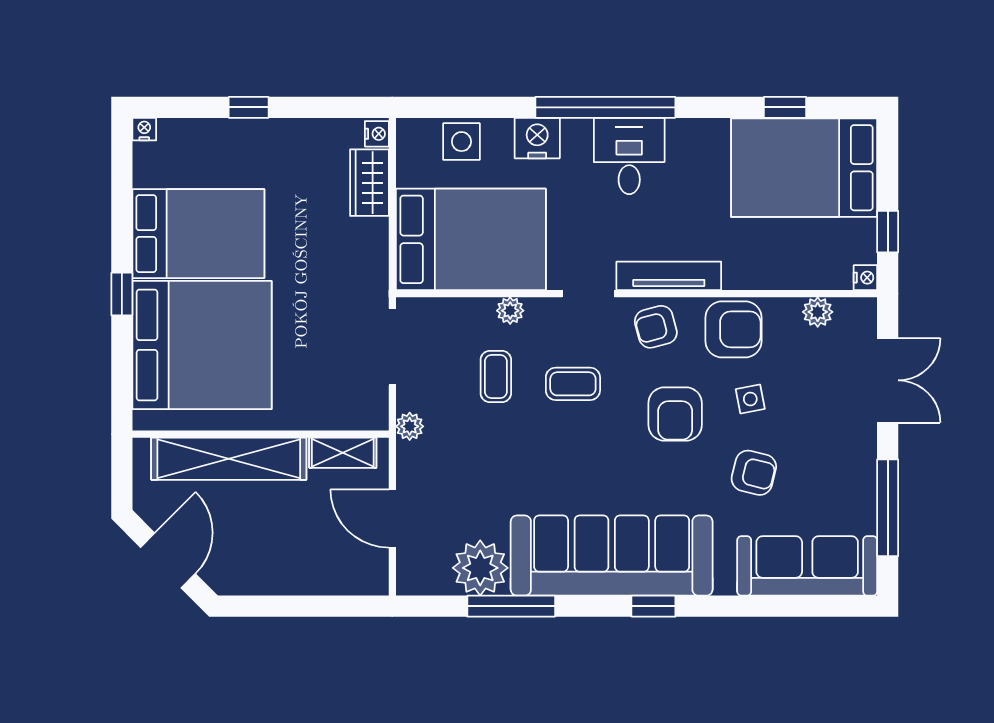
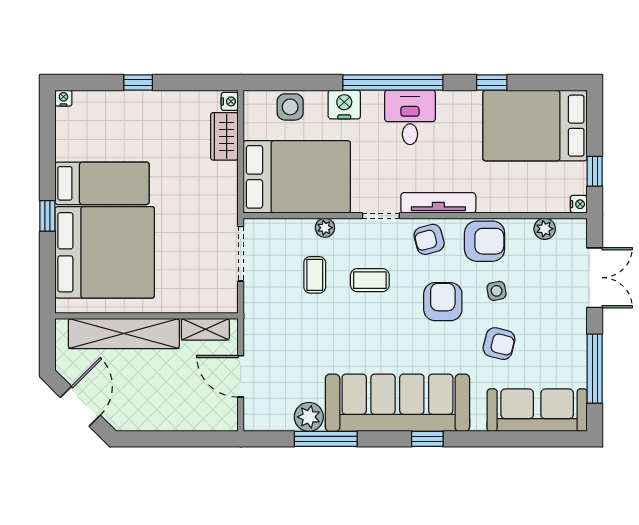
window: (785, 107) -> (492, 83), moved
bed: (198, 234) -> (102, 183), width x0.67
armchair: (675, 414) -> (443, 302), turned 180
plant: (410, 426) -> (253, 310), removed
plant: (480, 568) -> (309, 417), width x0.73, depth x0.73

